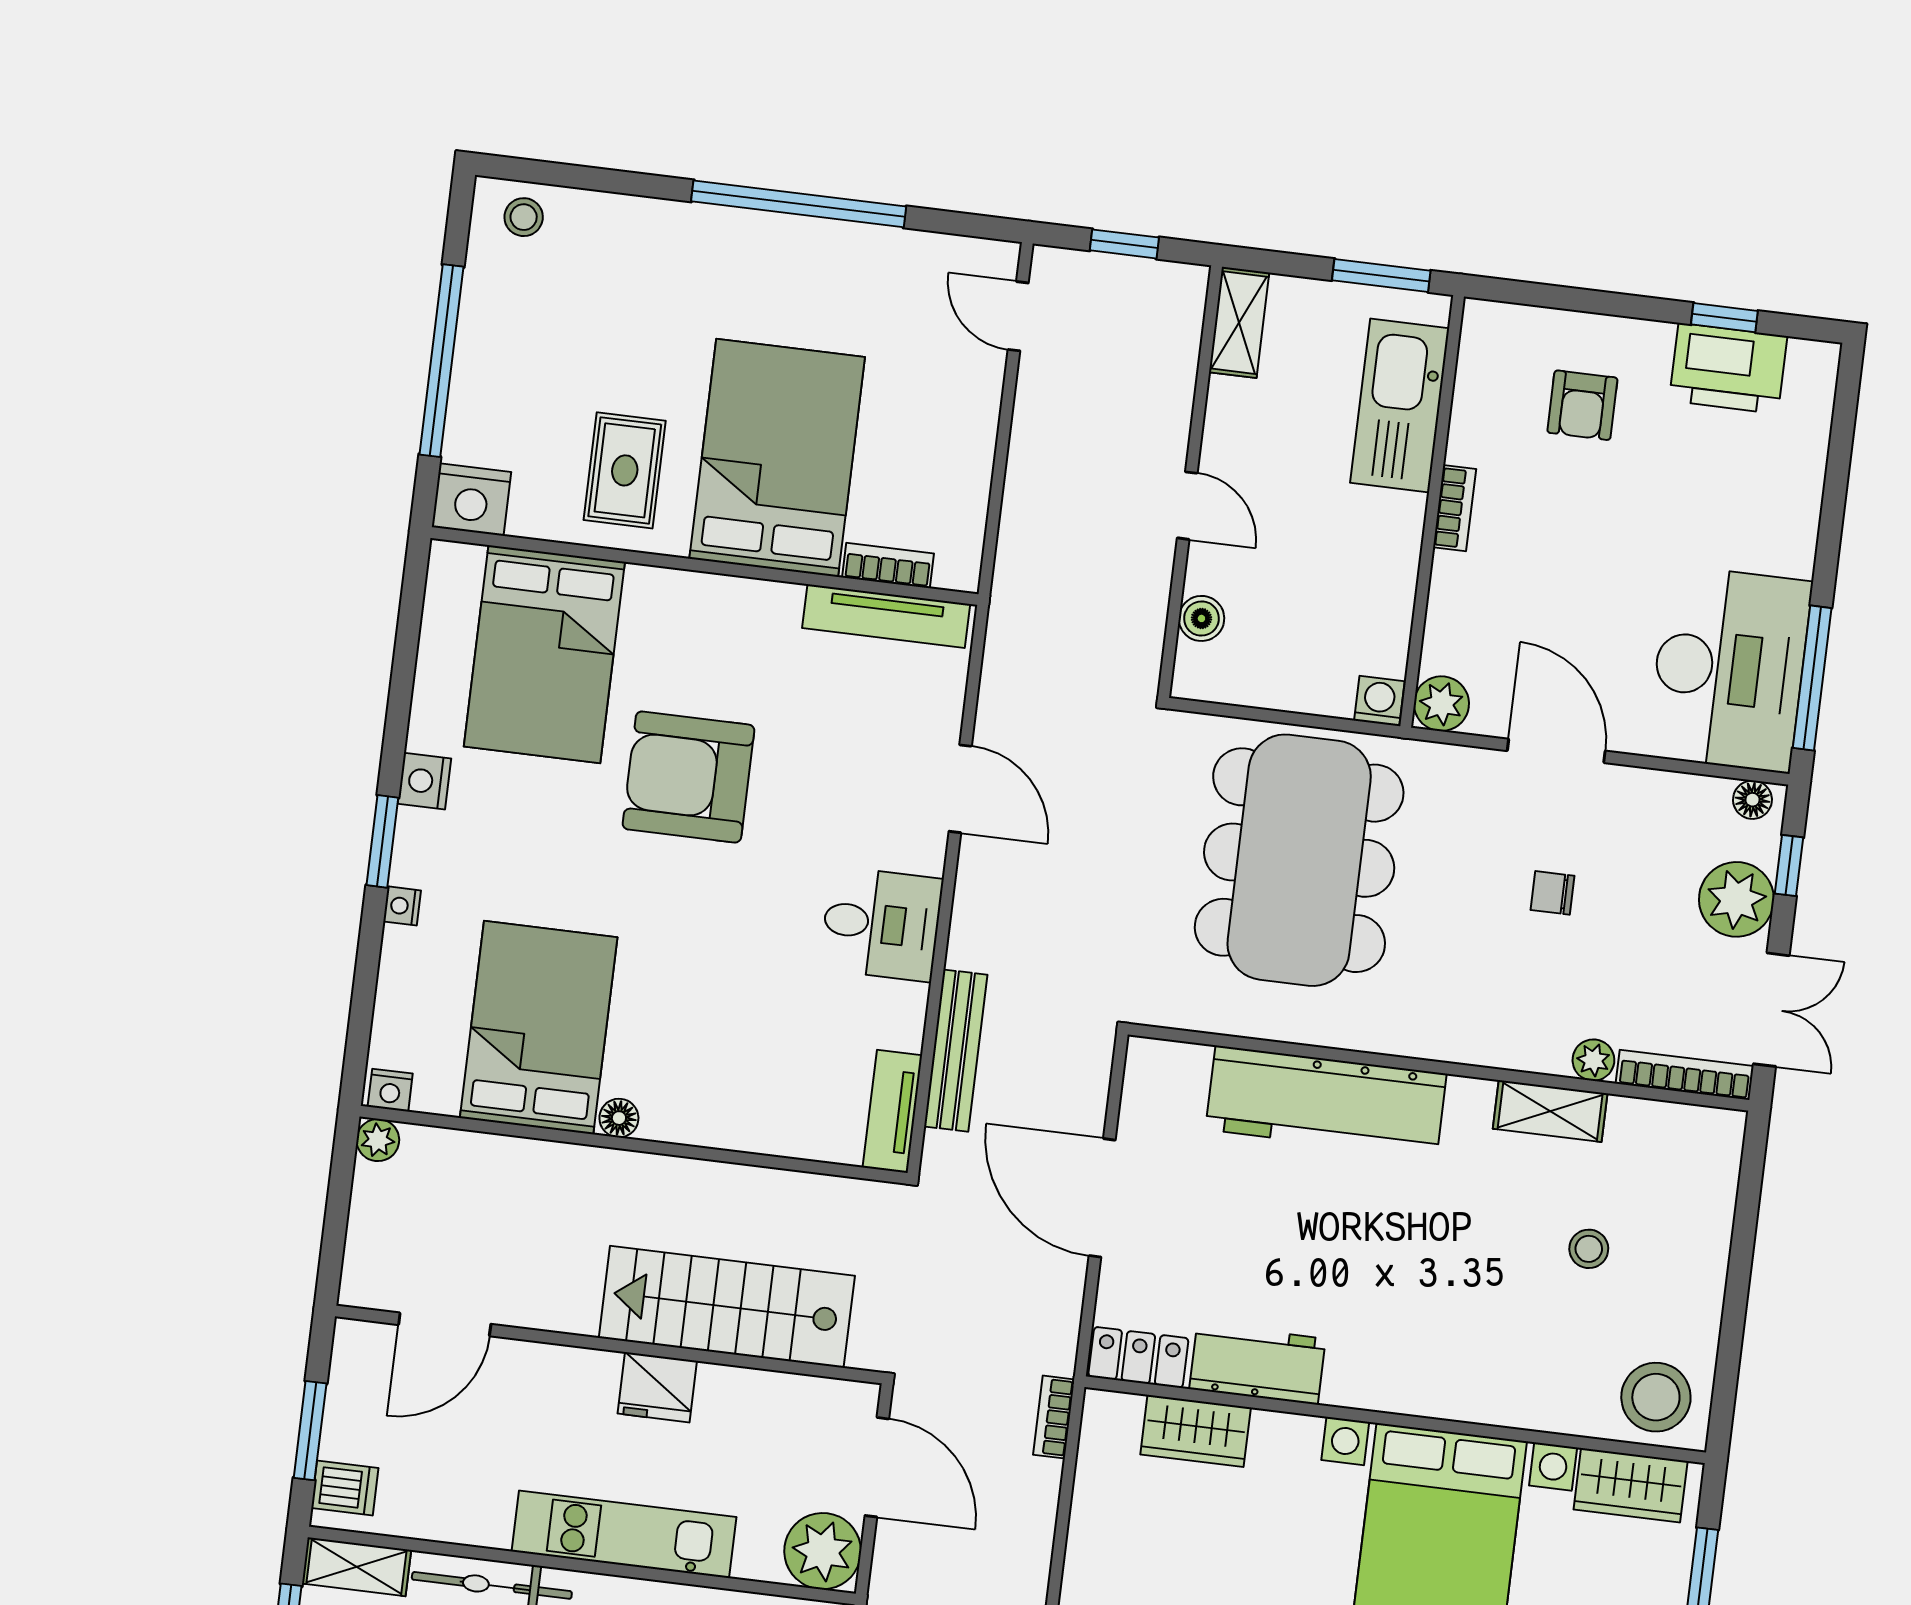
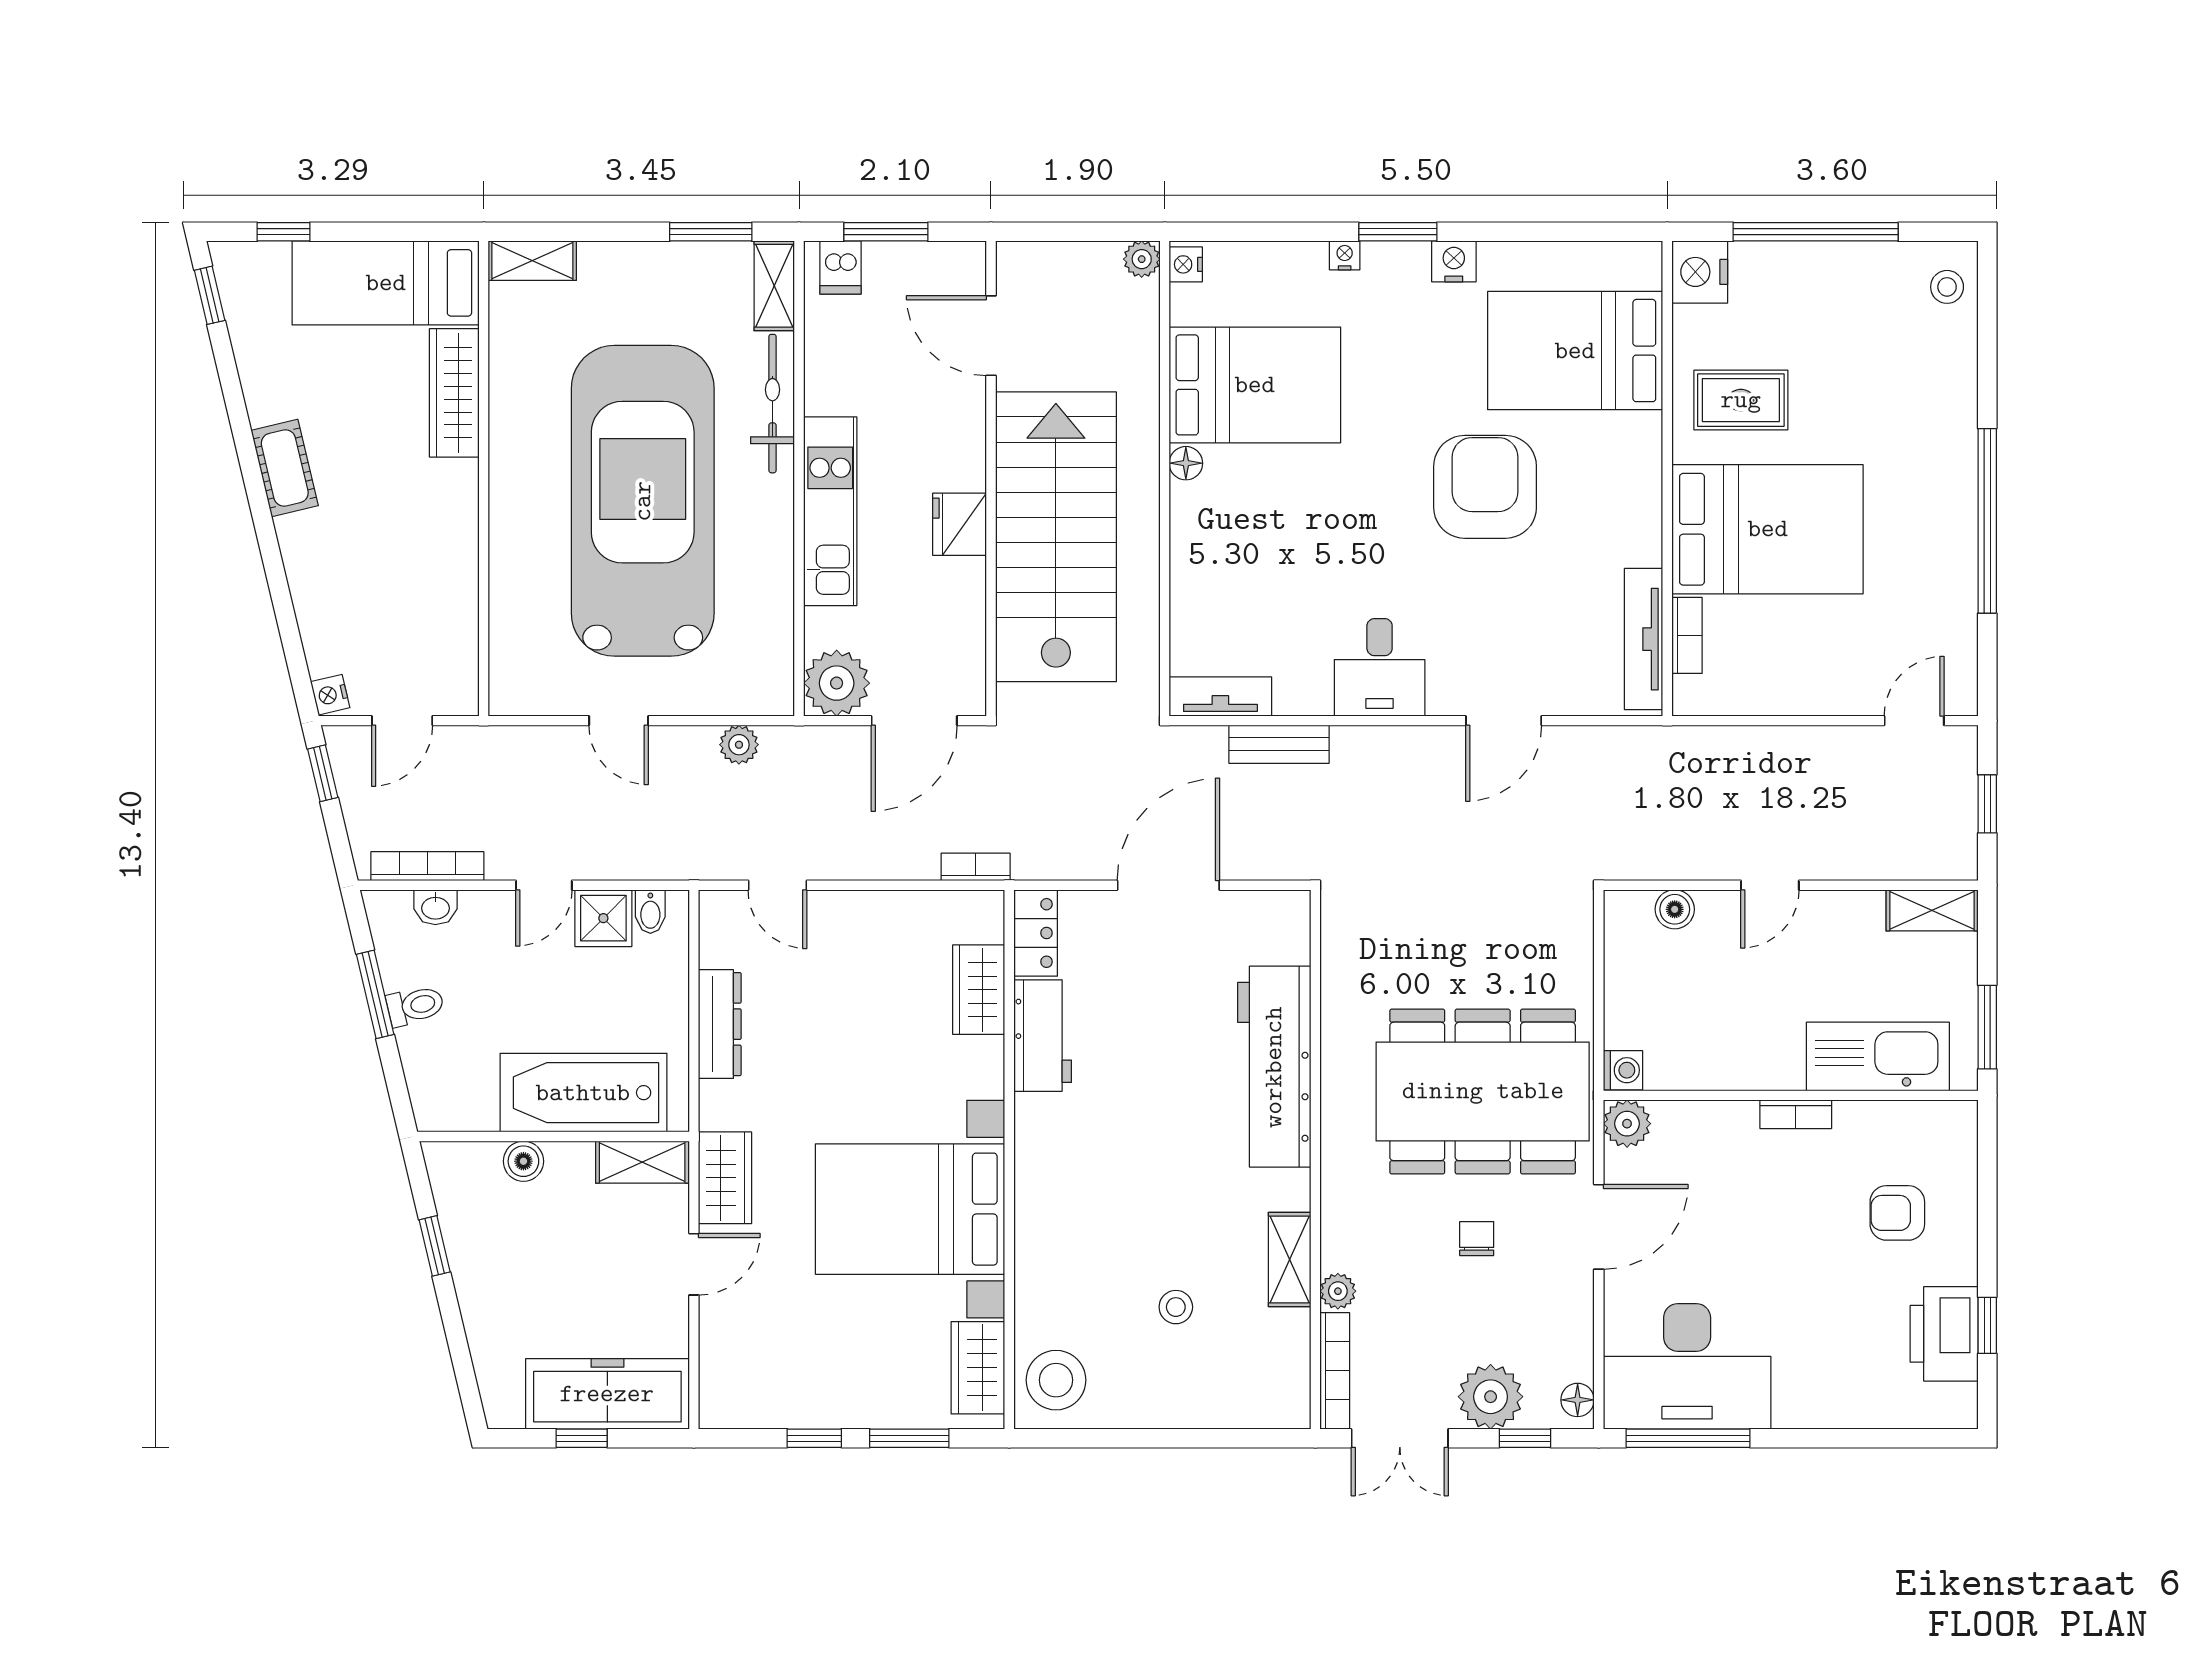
dining table: (1299, 860) -> (1483, 1091), moved
bench: (956, 1051) -> (1279, 744), width x0.73
stairs: (727, 1307) -> (1056, 537), width x1.36, depth x1.51

